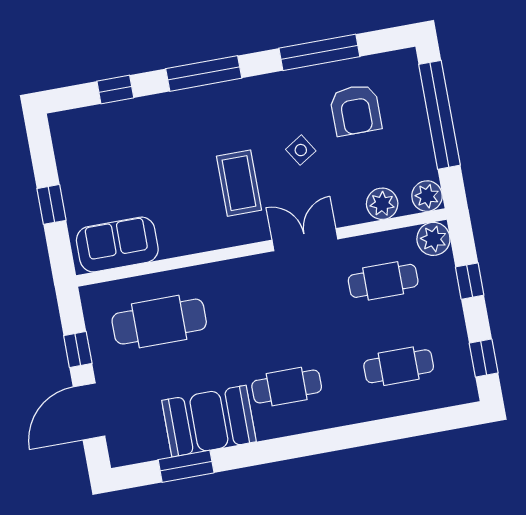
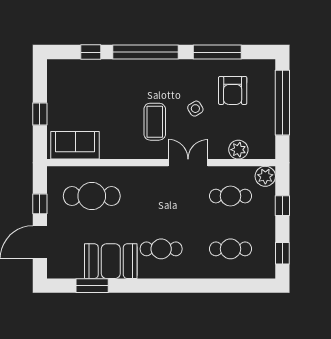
window: (204, 73) -> (146, 52), width x1.46
plant: (427, 196) -> (266, 150), removed

